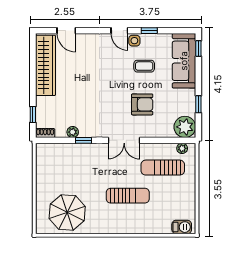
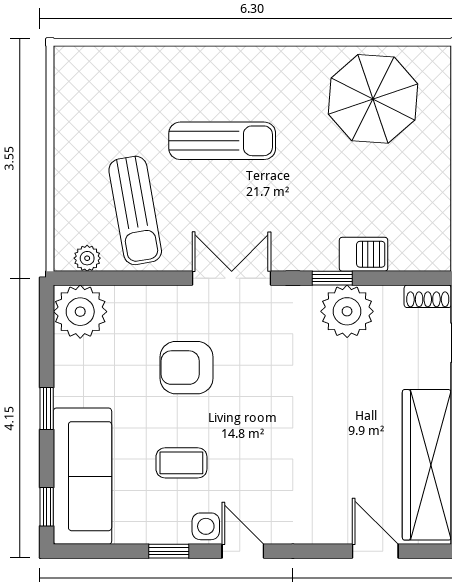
window: (198, 104) -> (47, 408), moved
plant: (73, 132) -> (347, 311), width x1.87, depth x1.87
sun lounger: (163, 168) -> (135, 210), turned 80
sun lounger: (128, 196) -> (222, 141), turned 180
barbecue: (182, 227) -> (363, 254), moved, turned 180

